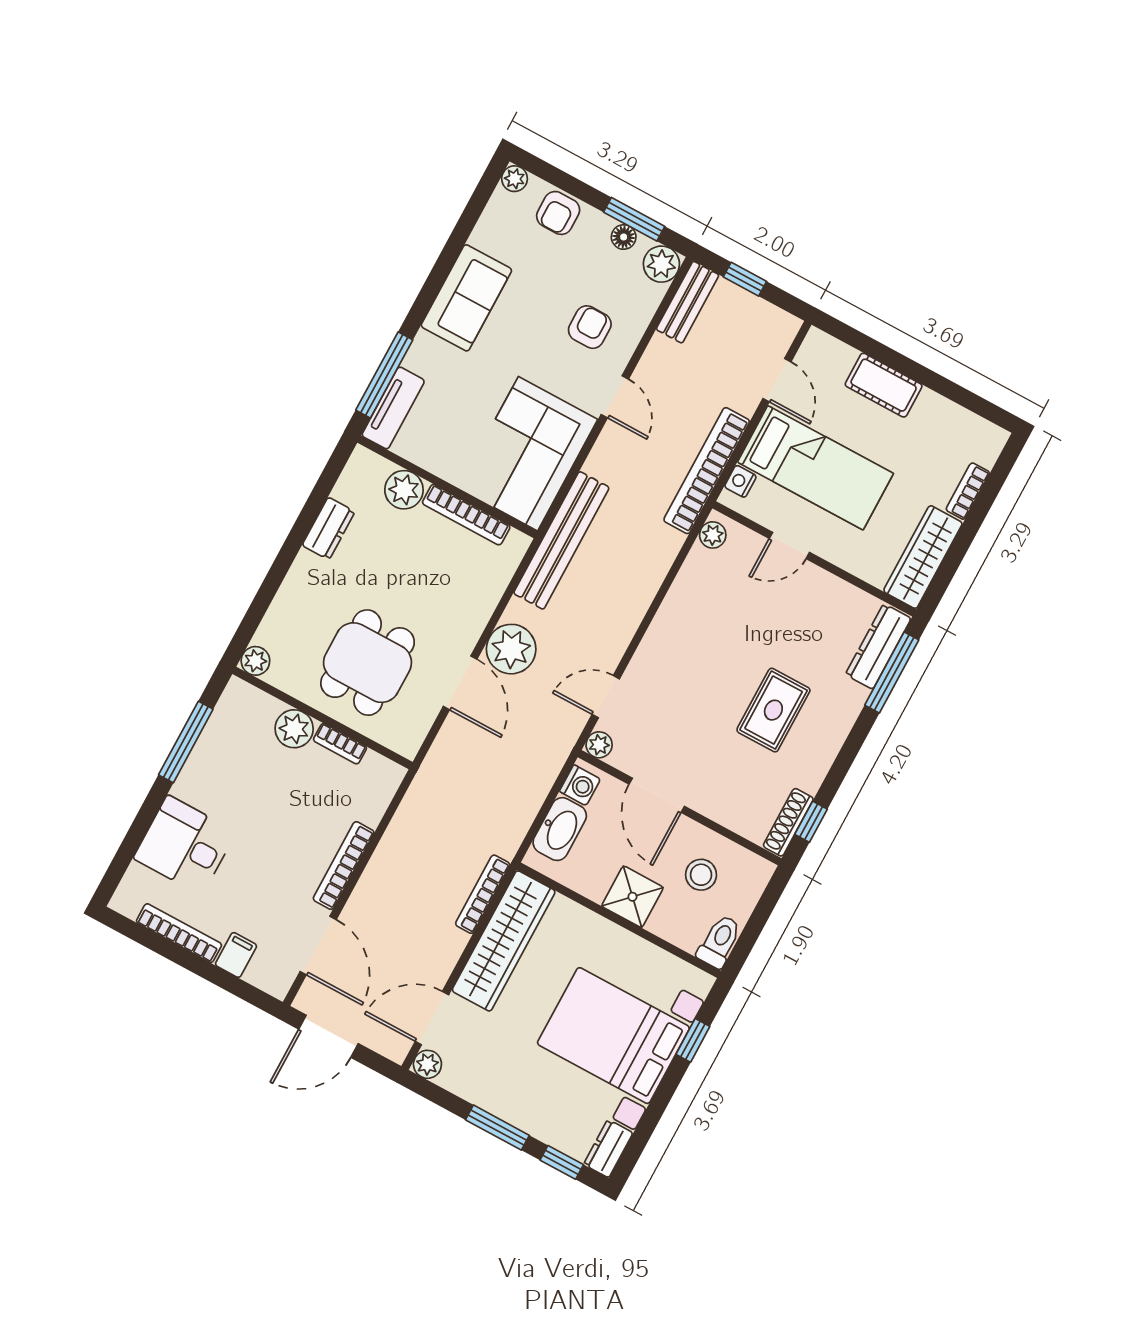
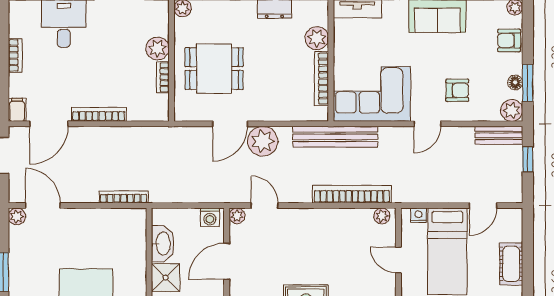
bookcase: (707, 471) -> (352, 194), moved
washbasin: (560, 829) -> (163, 244), moved, turned -90
bookcase: (179, 933) -> (15, 55), width x0.64
wardrobe: (504, 941) -> (105, 222), removed
filing cabinet: (236, 955) -> (17, 110), moved, turned -90

